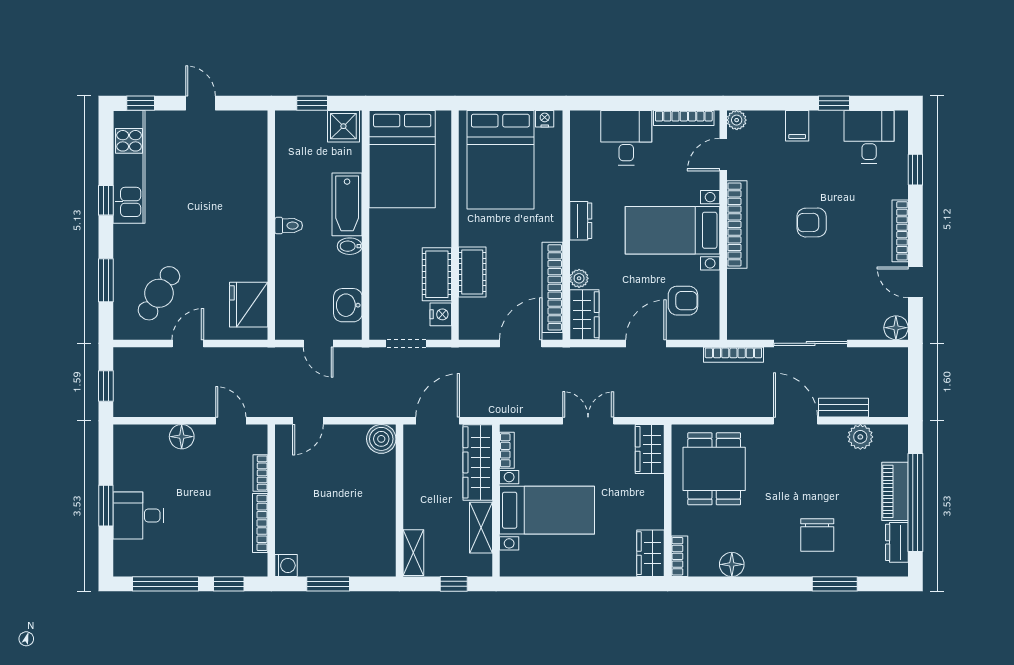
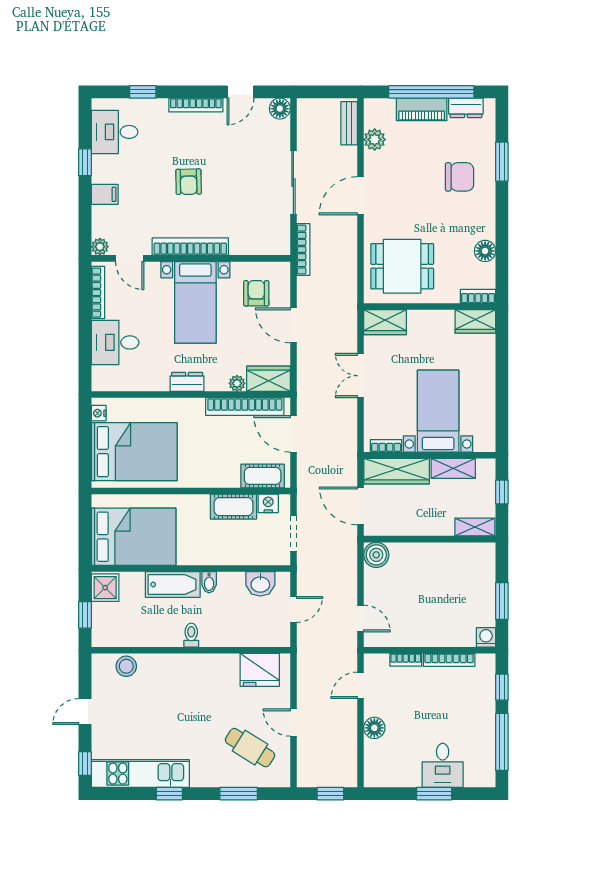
stool: (253, 151) -> (126, 666), added
cot: (472, 272) -> (263, 476), moved
bench: (843, 408) -> (349, 123), moved

